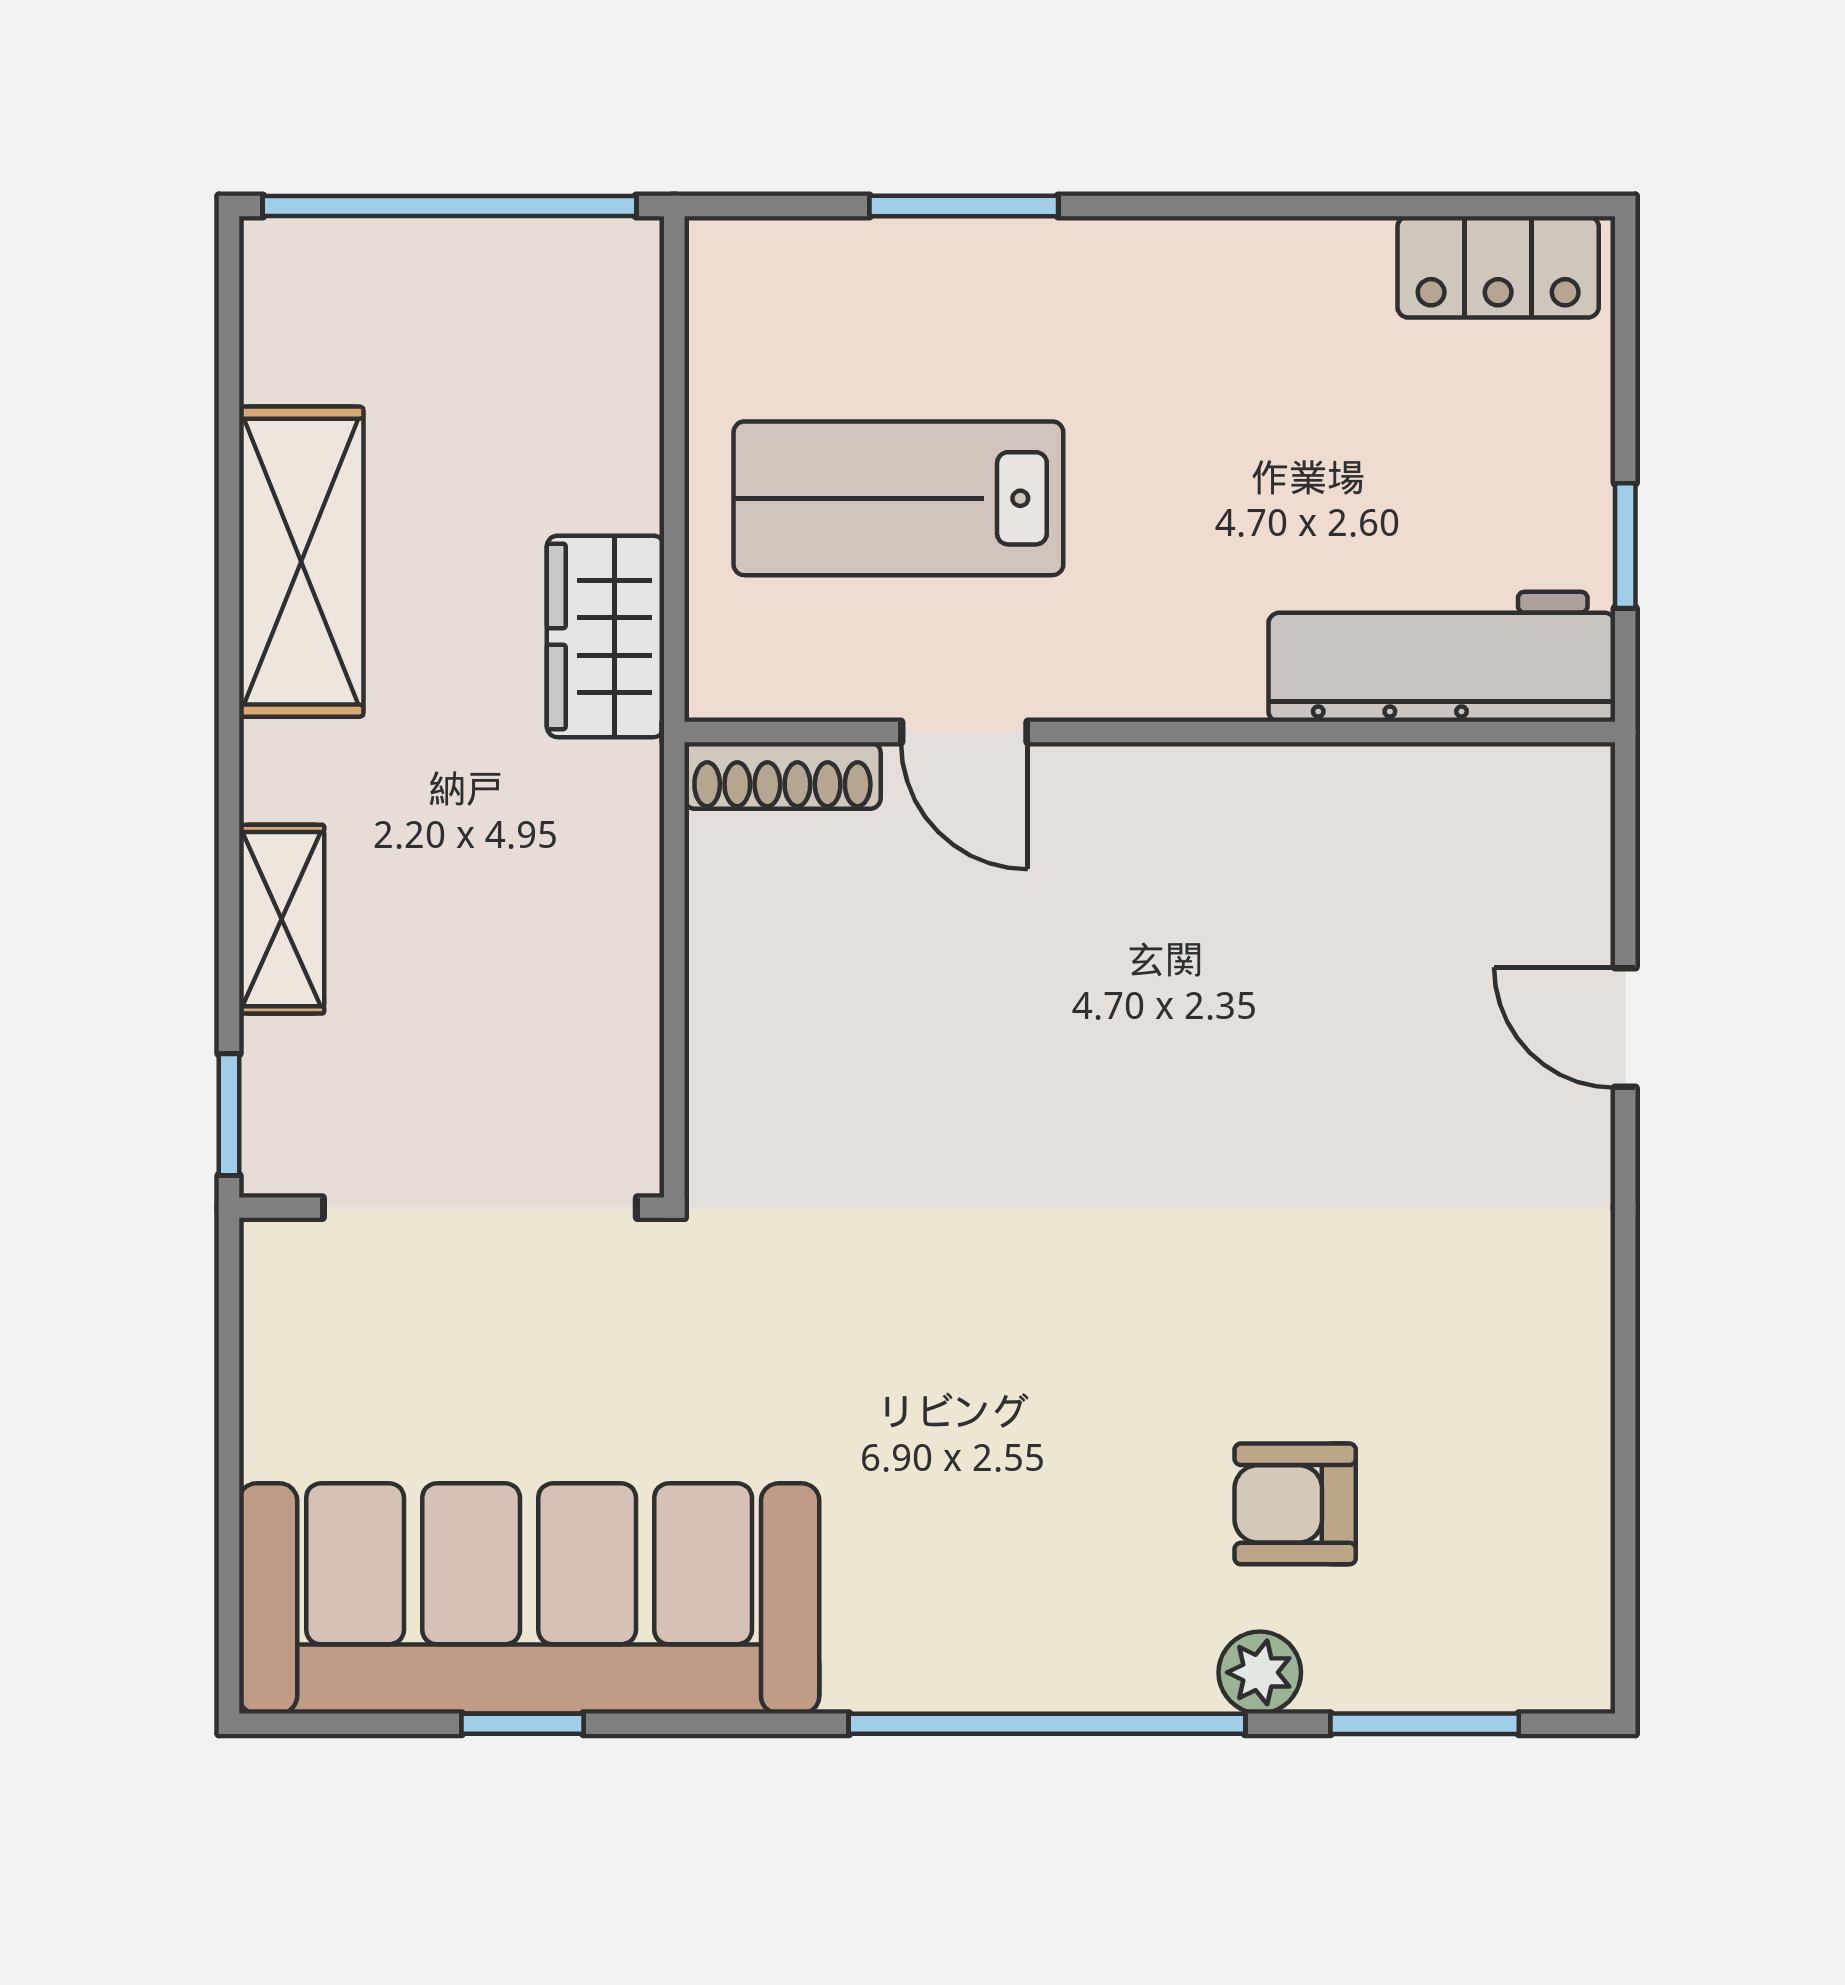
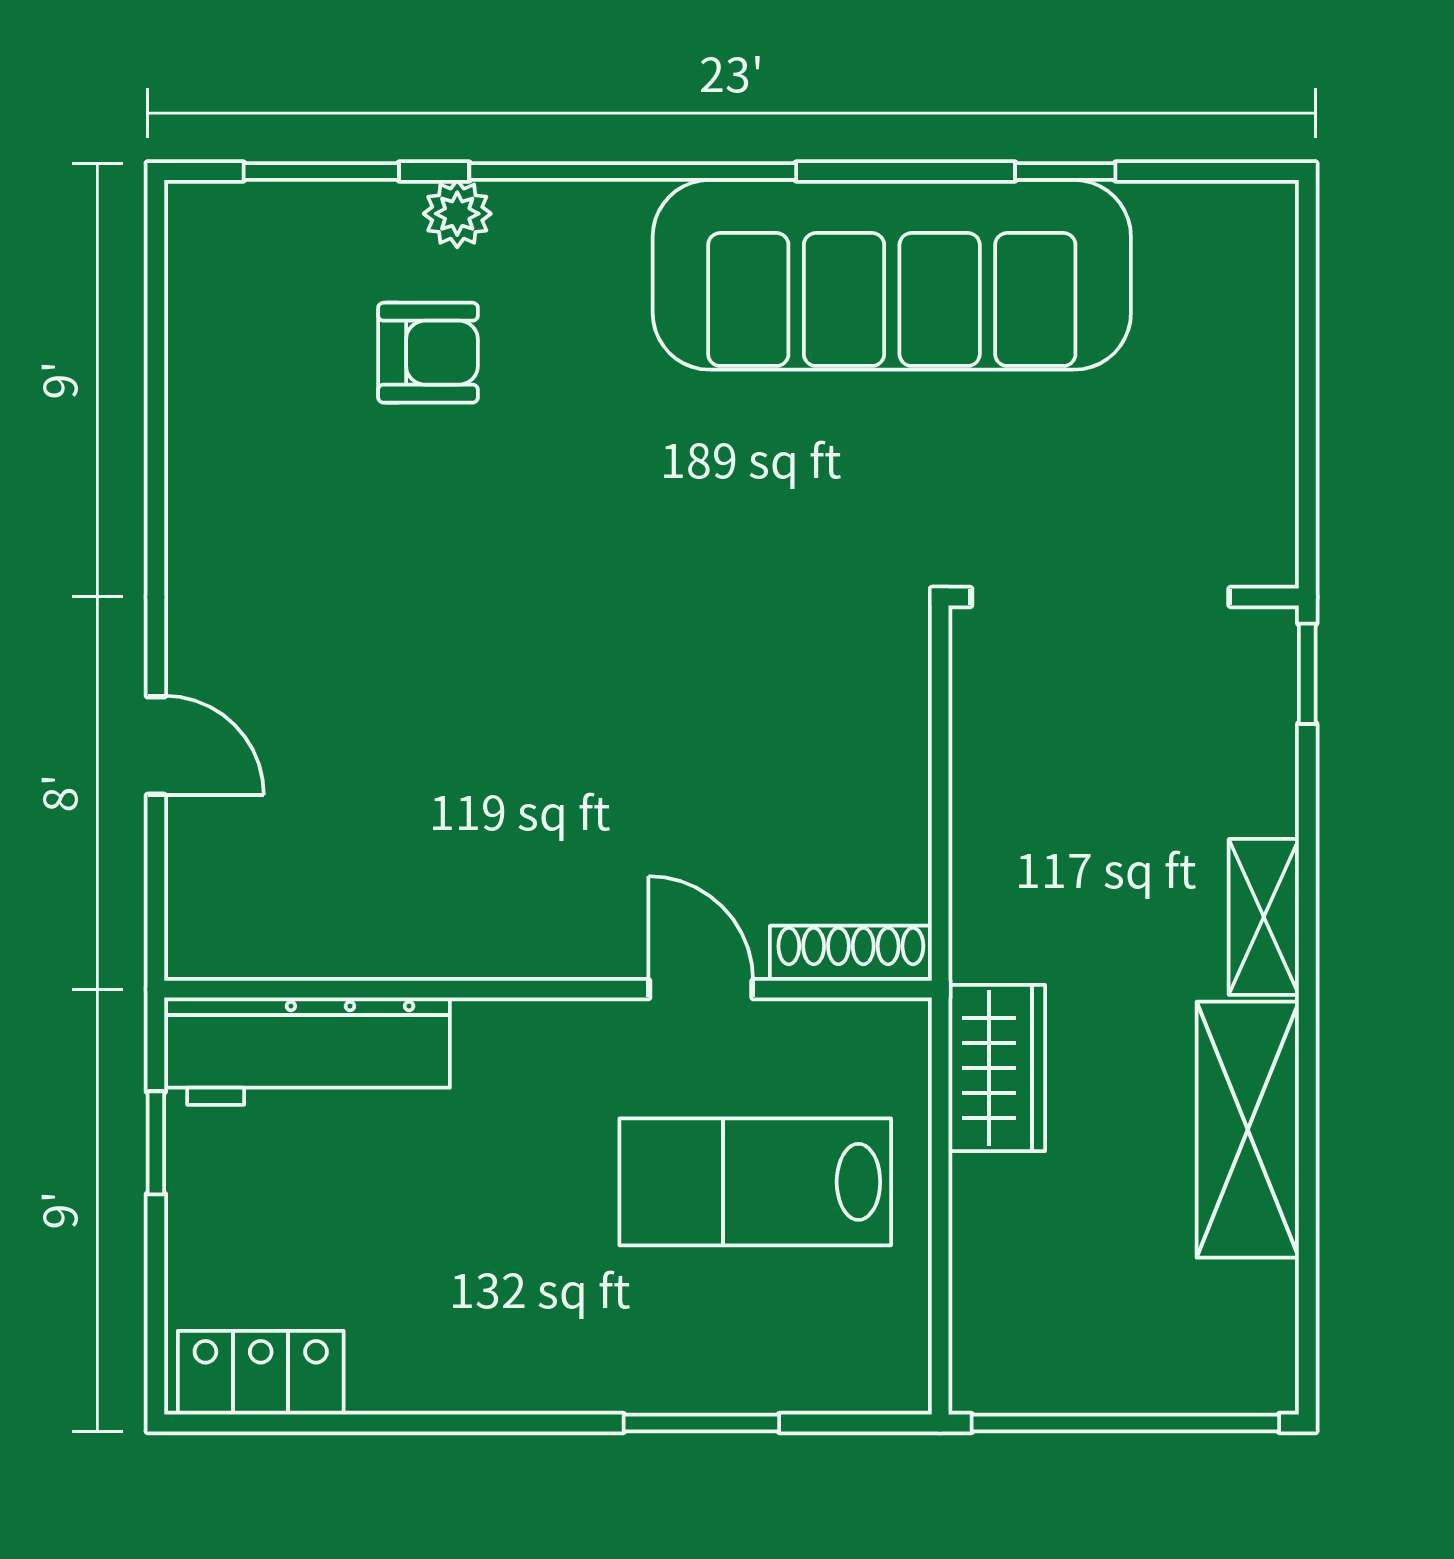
lab bench: (898, 498) -> (755, 1182), turned 180
shelving: (282, 919) -> (1264, 917), moved
sofa: (529, 1598) -> (892, 275), moved

